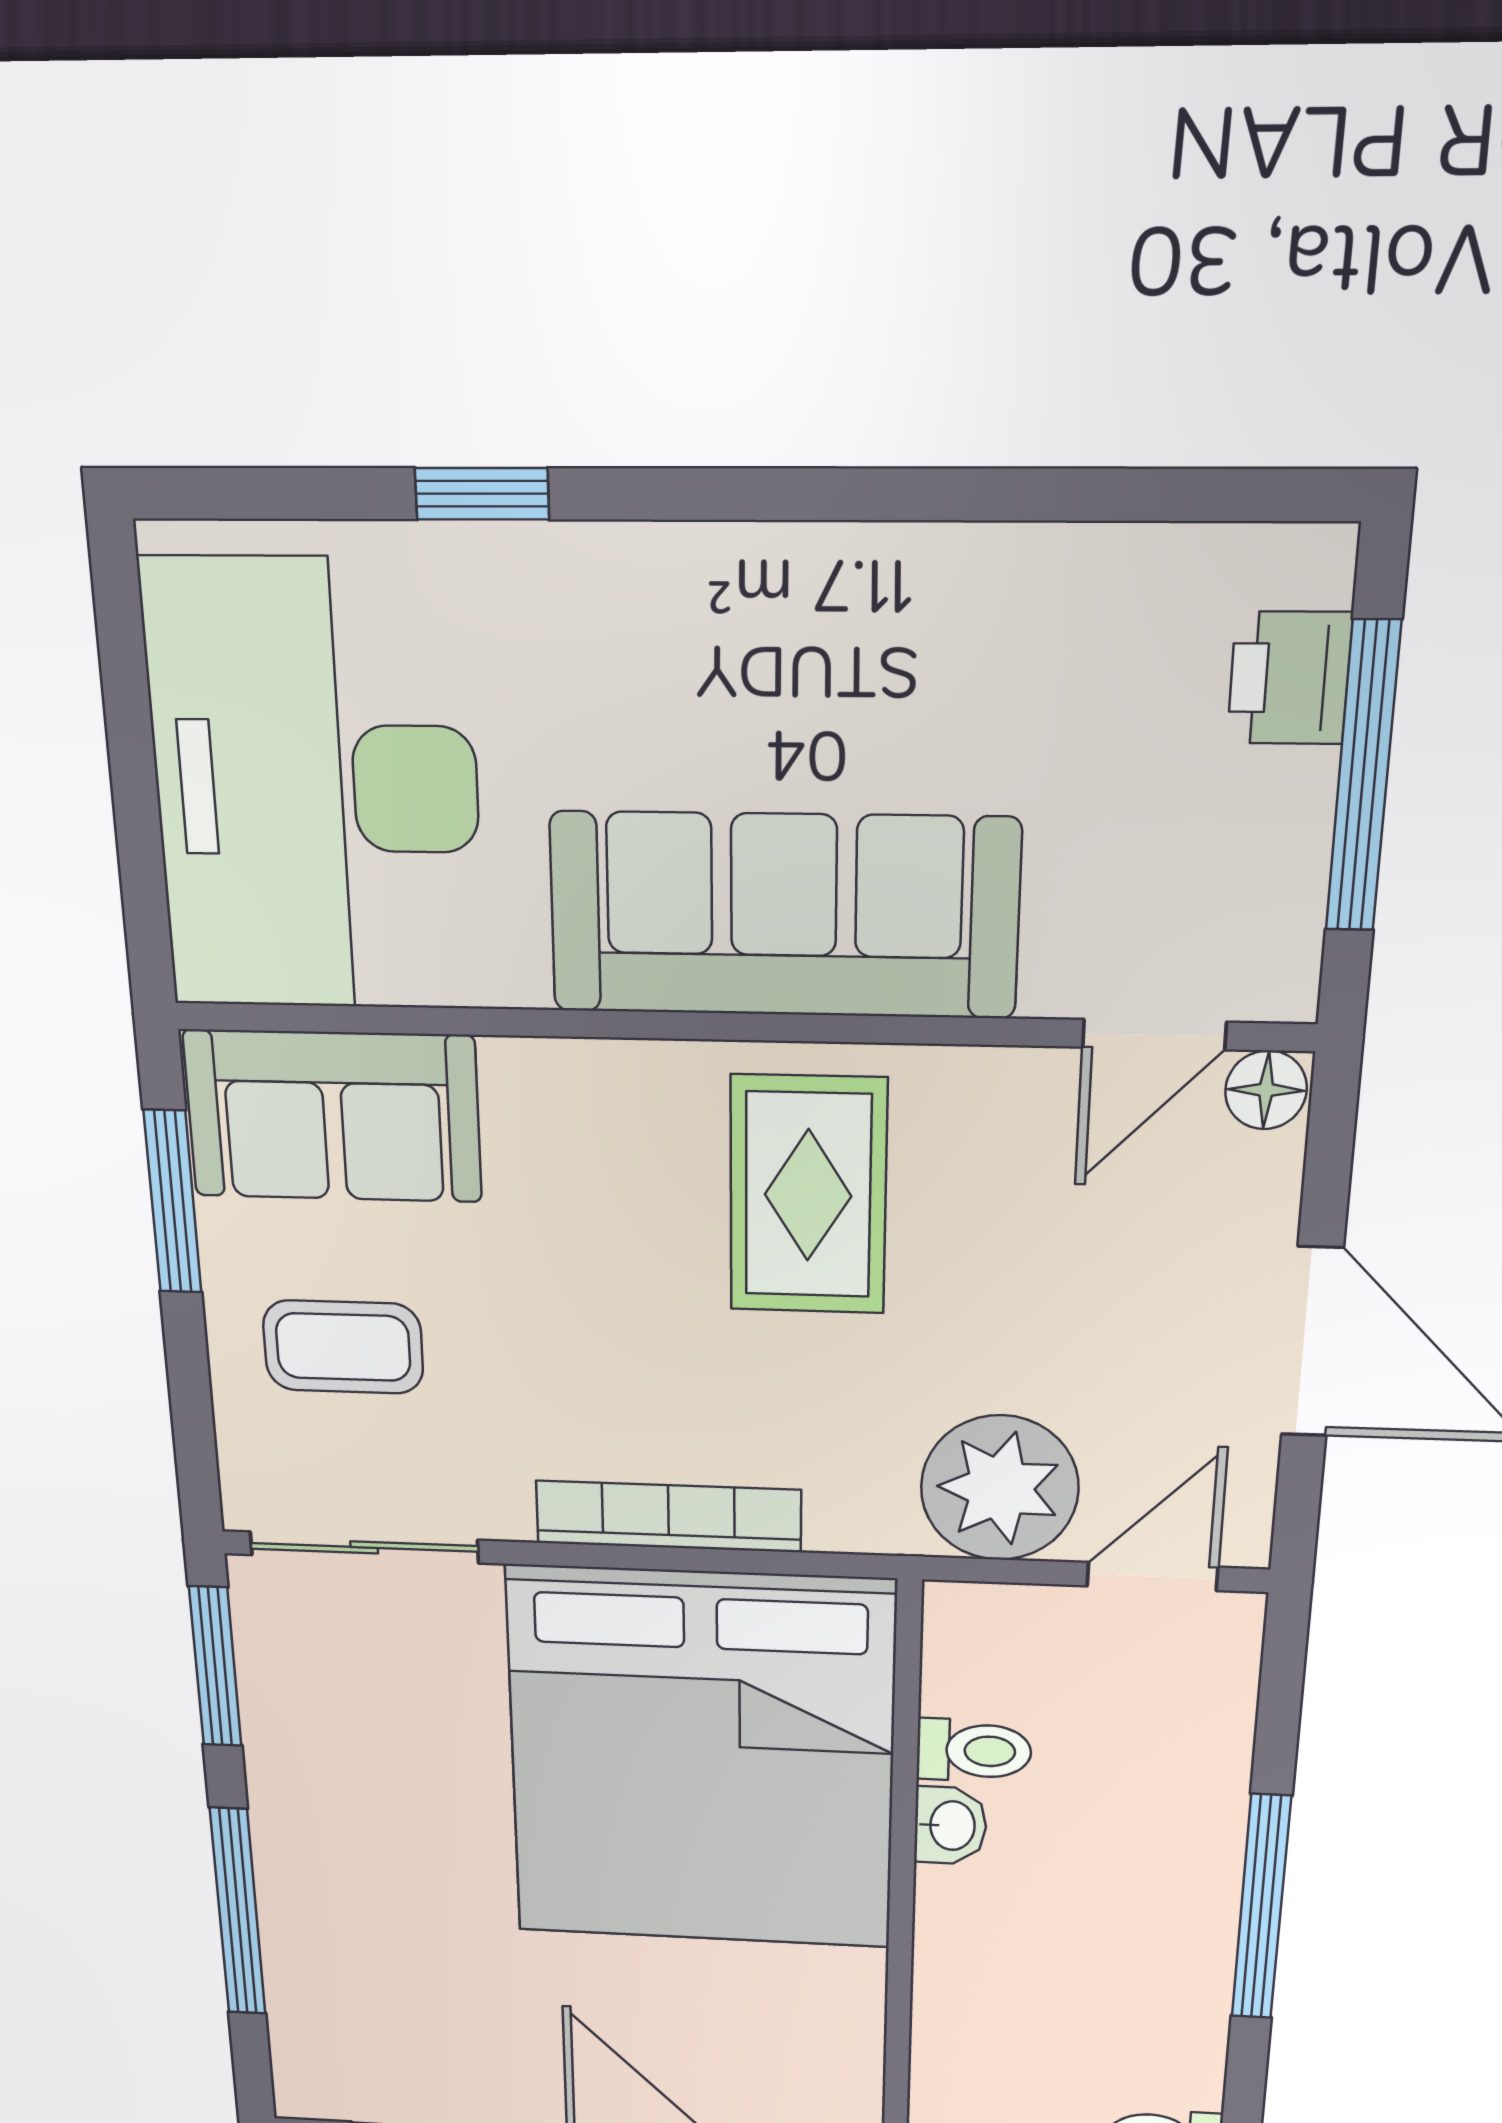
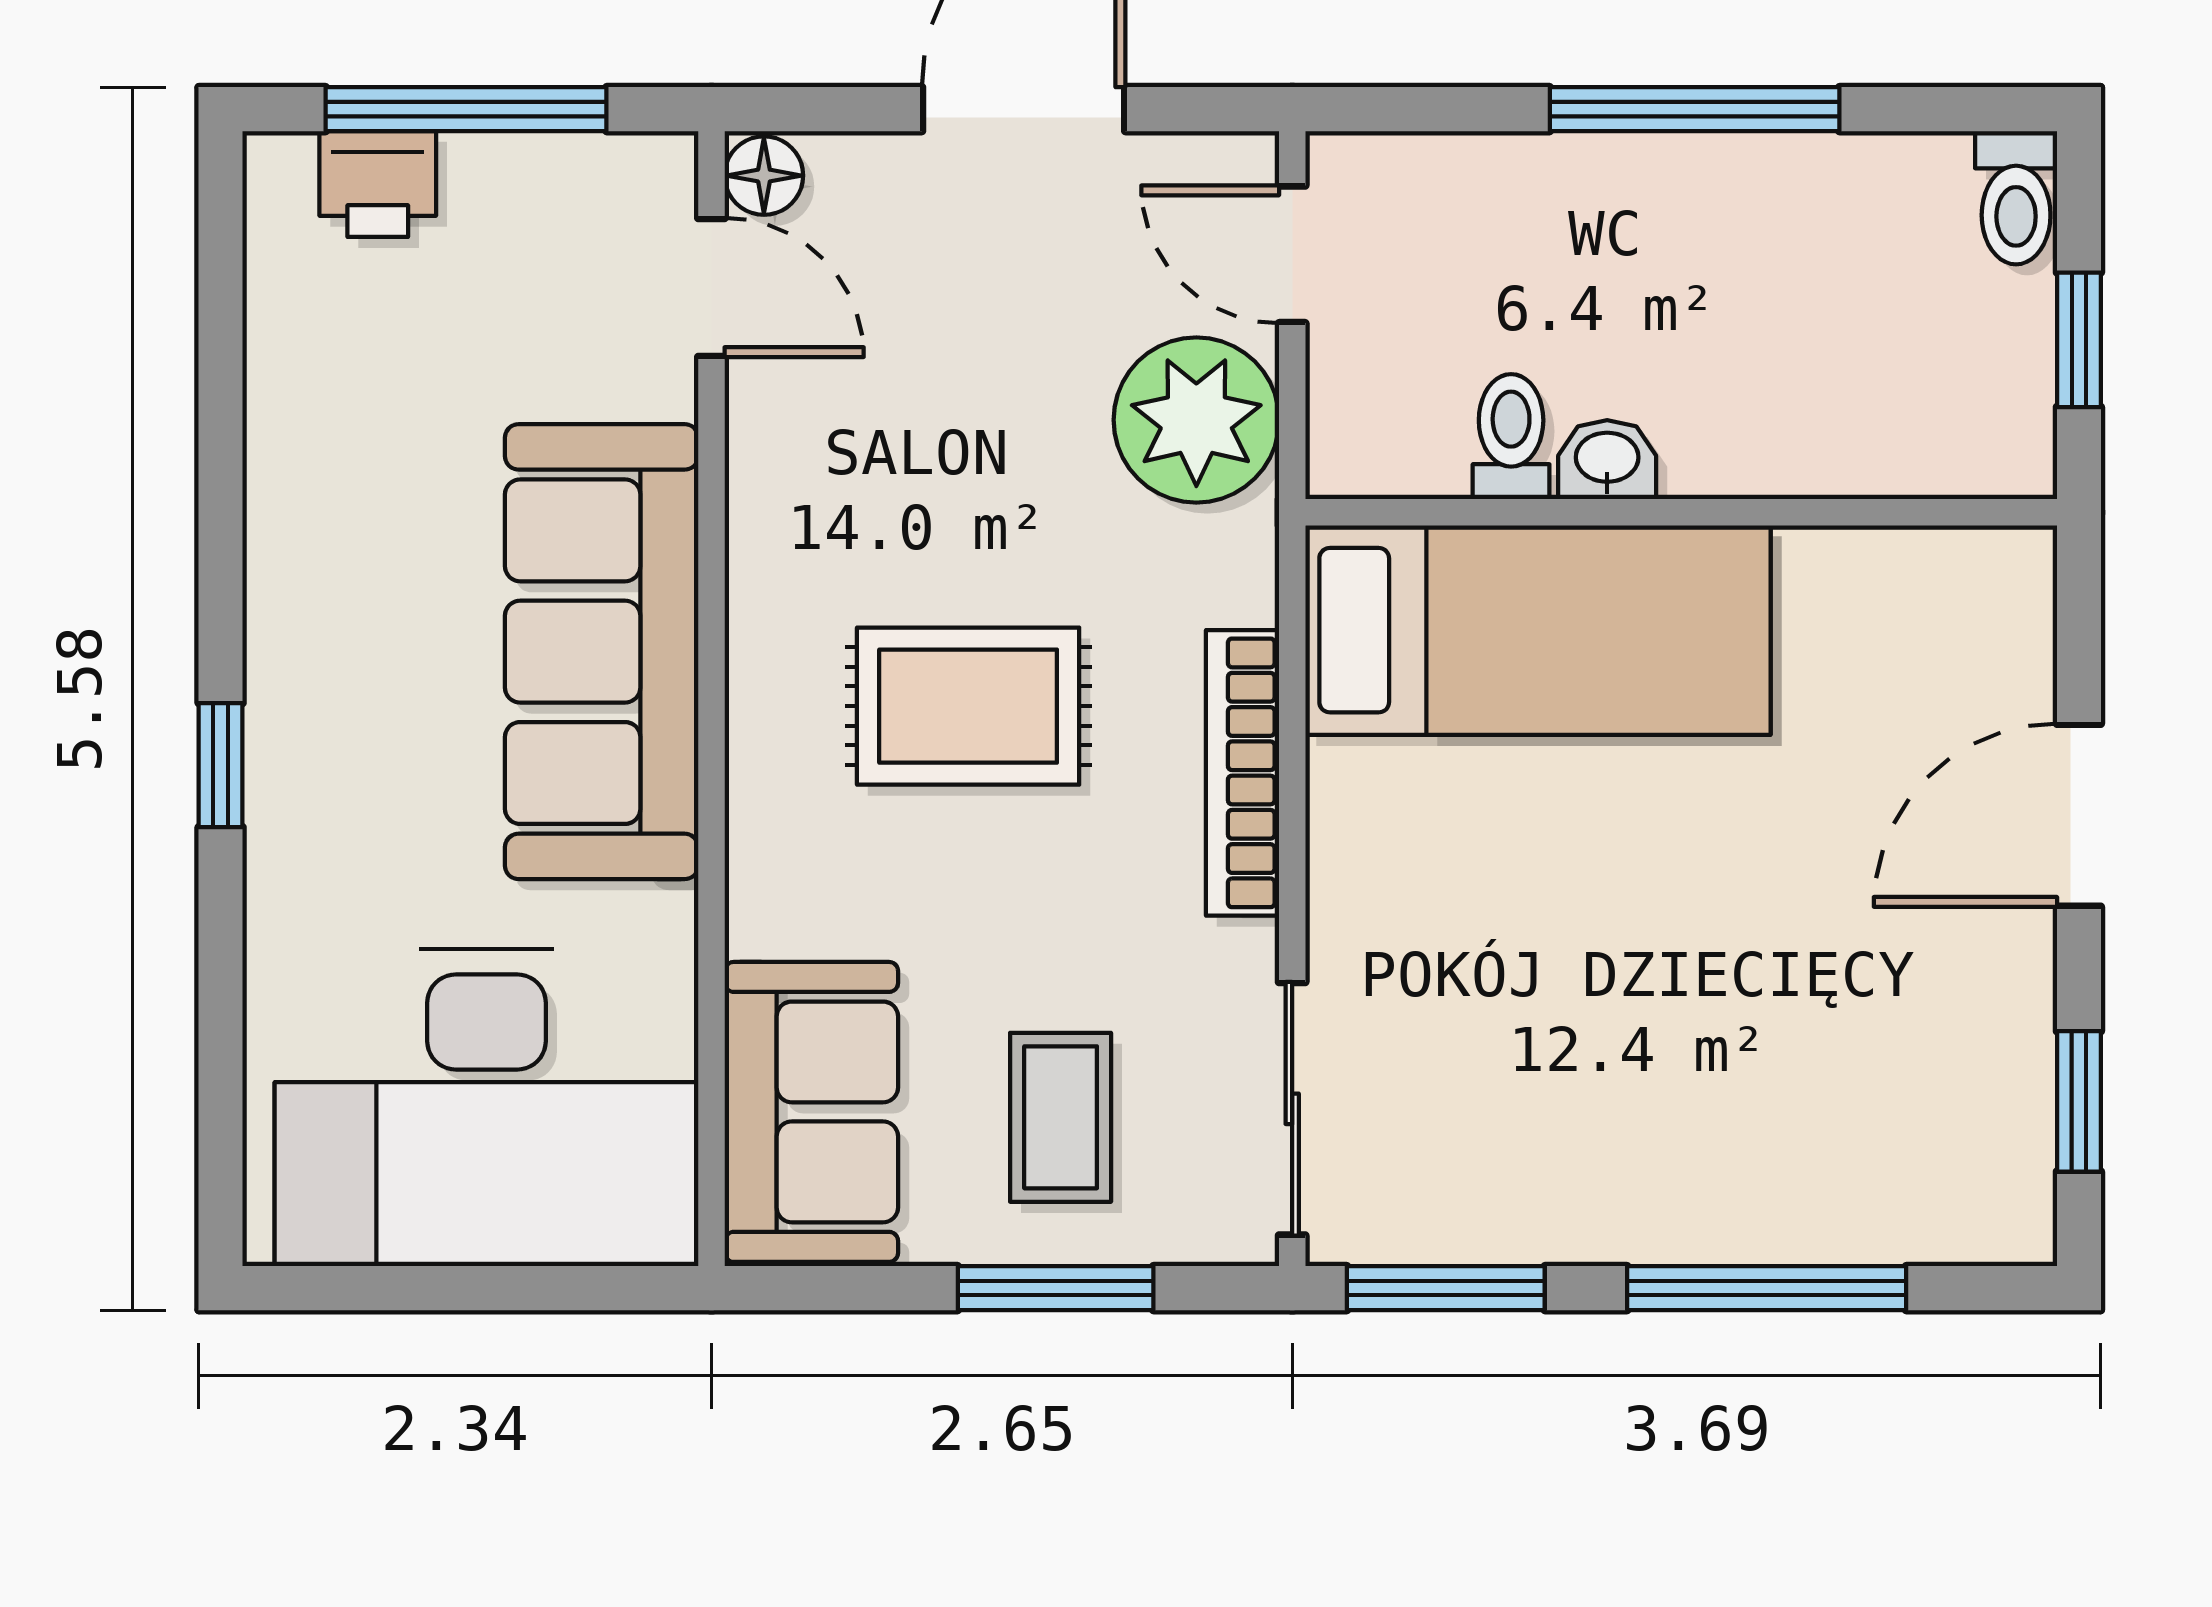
window: (482, 494) -> (221, 765), moved
rug: (808, 1195) -> (968, 706), moved
window: (173, 1202) -> (1056, 1288), moved
bed: (702, 1760) -> (1538, 630), width x0.49

